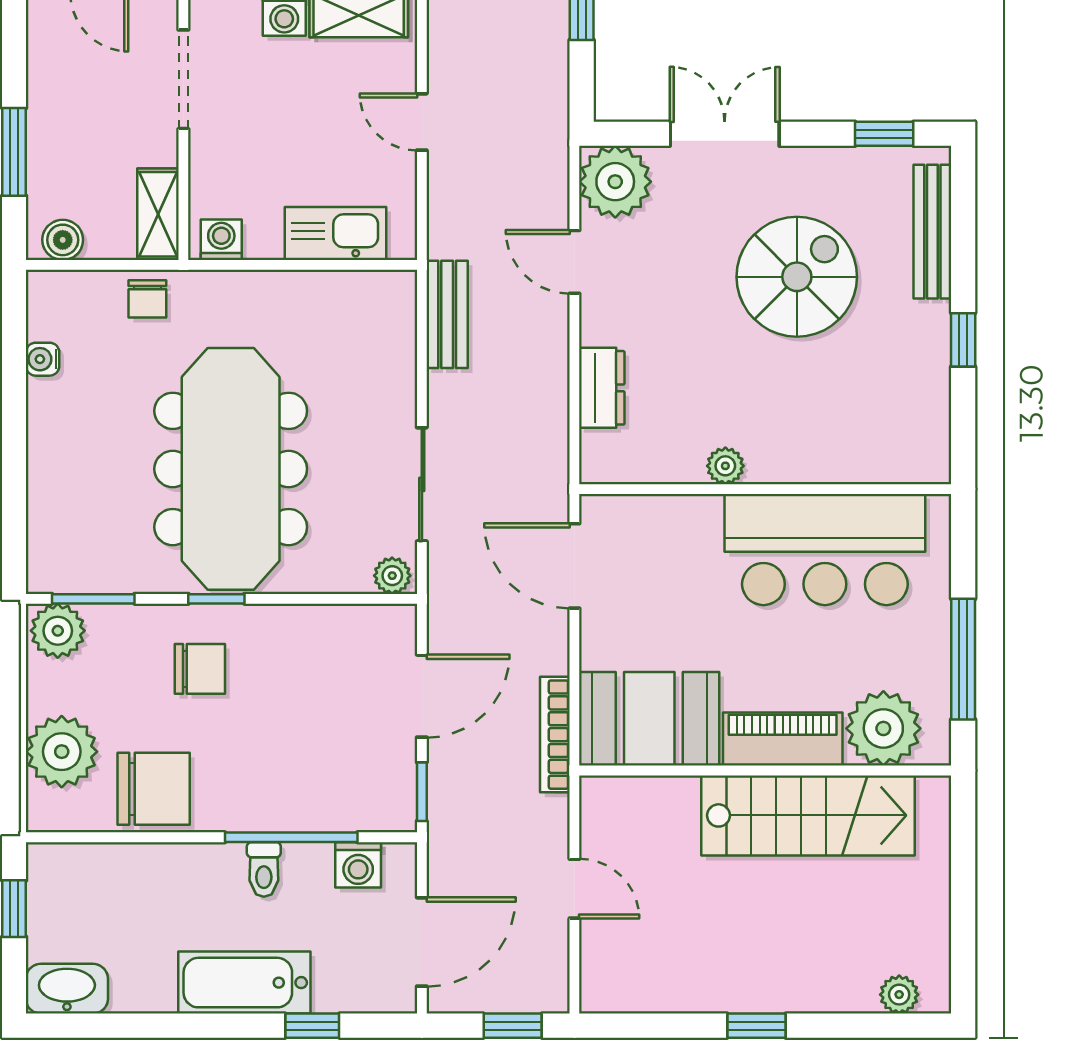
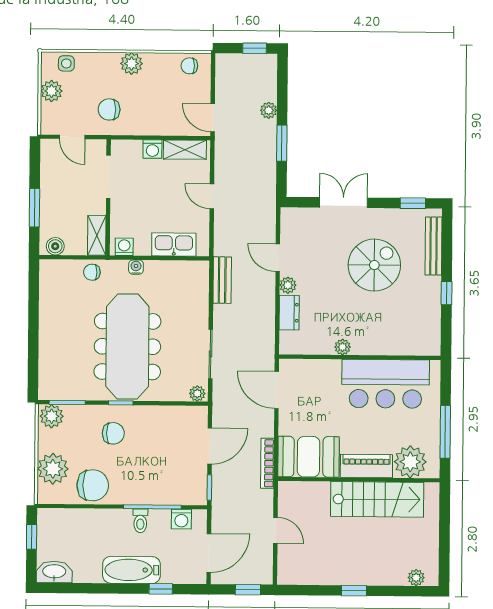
plant: (615, 182) -> (288, 285), moved, width x0.53, depth x0.53
chair: (147, 299) -> (92, 272), turned 90
water cooler: (43, 359) -> (136, 267), moved, turned 90

